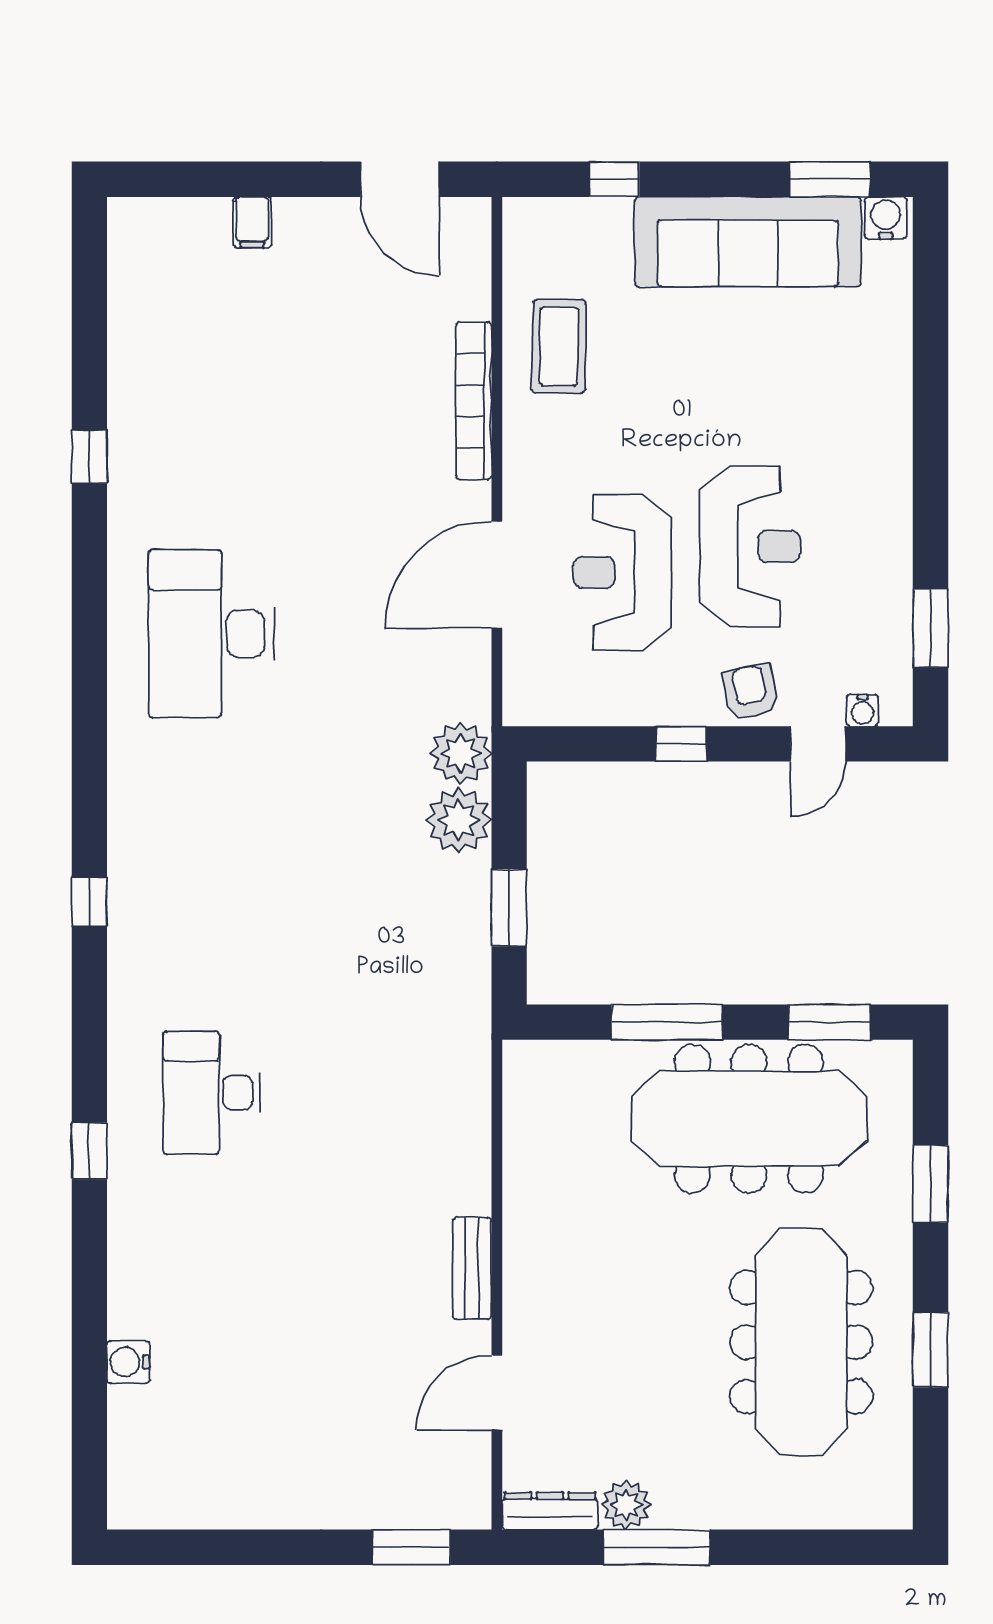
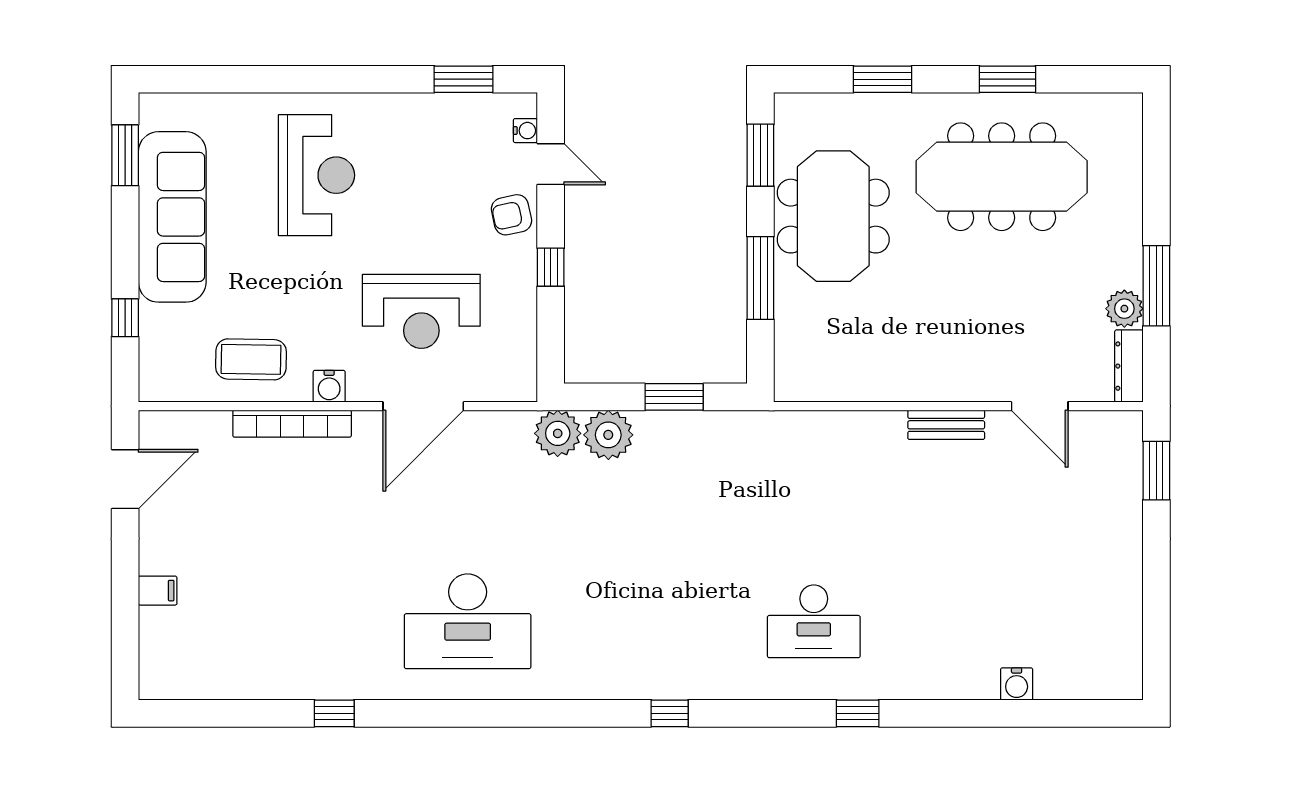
water cooler: (886, 218) -> (329, 386), moved, turned -90
reception desk: (750, 546) -> (316, 175), moved, turned 90
door: (497, 575) -> (423, 406), hinge flipped
meeting table: (749, 1119) -> (833, 216), width x0.73

